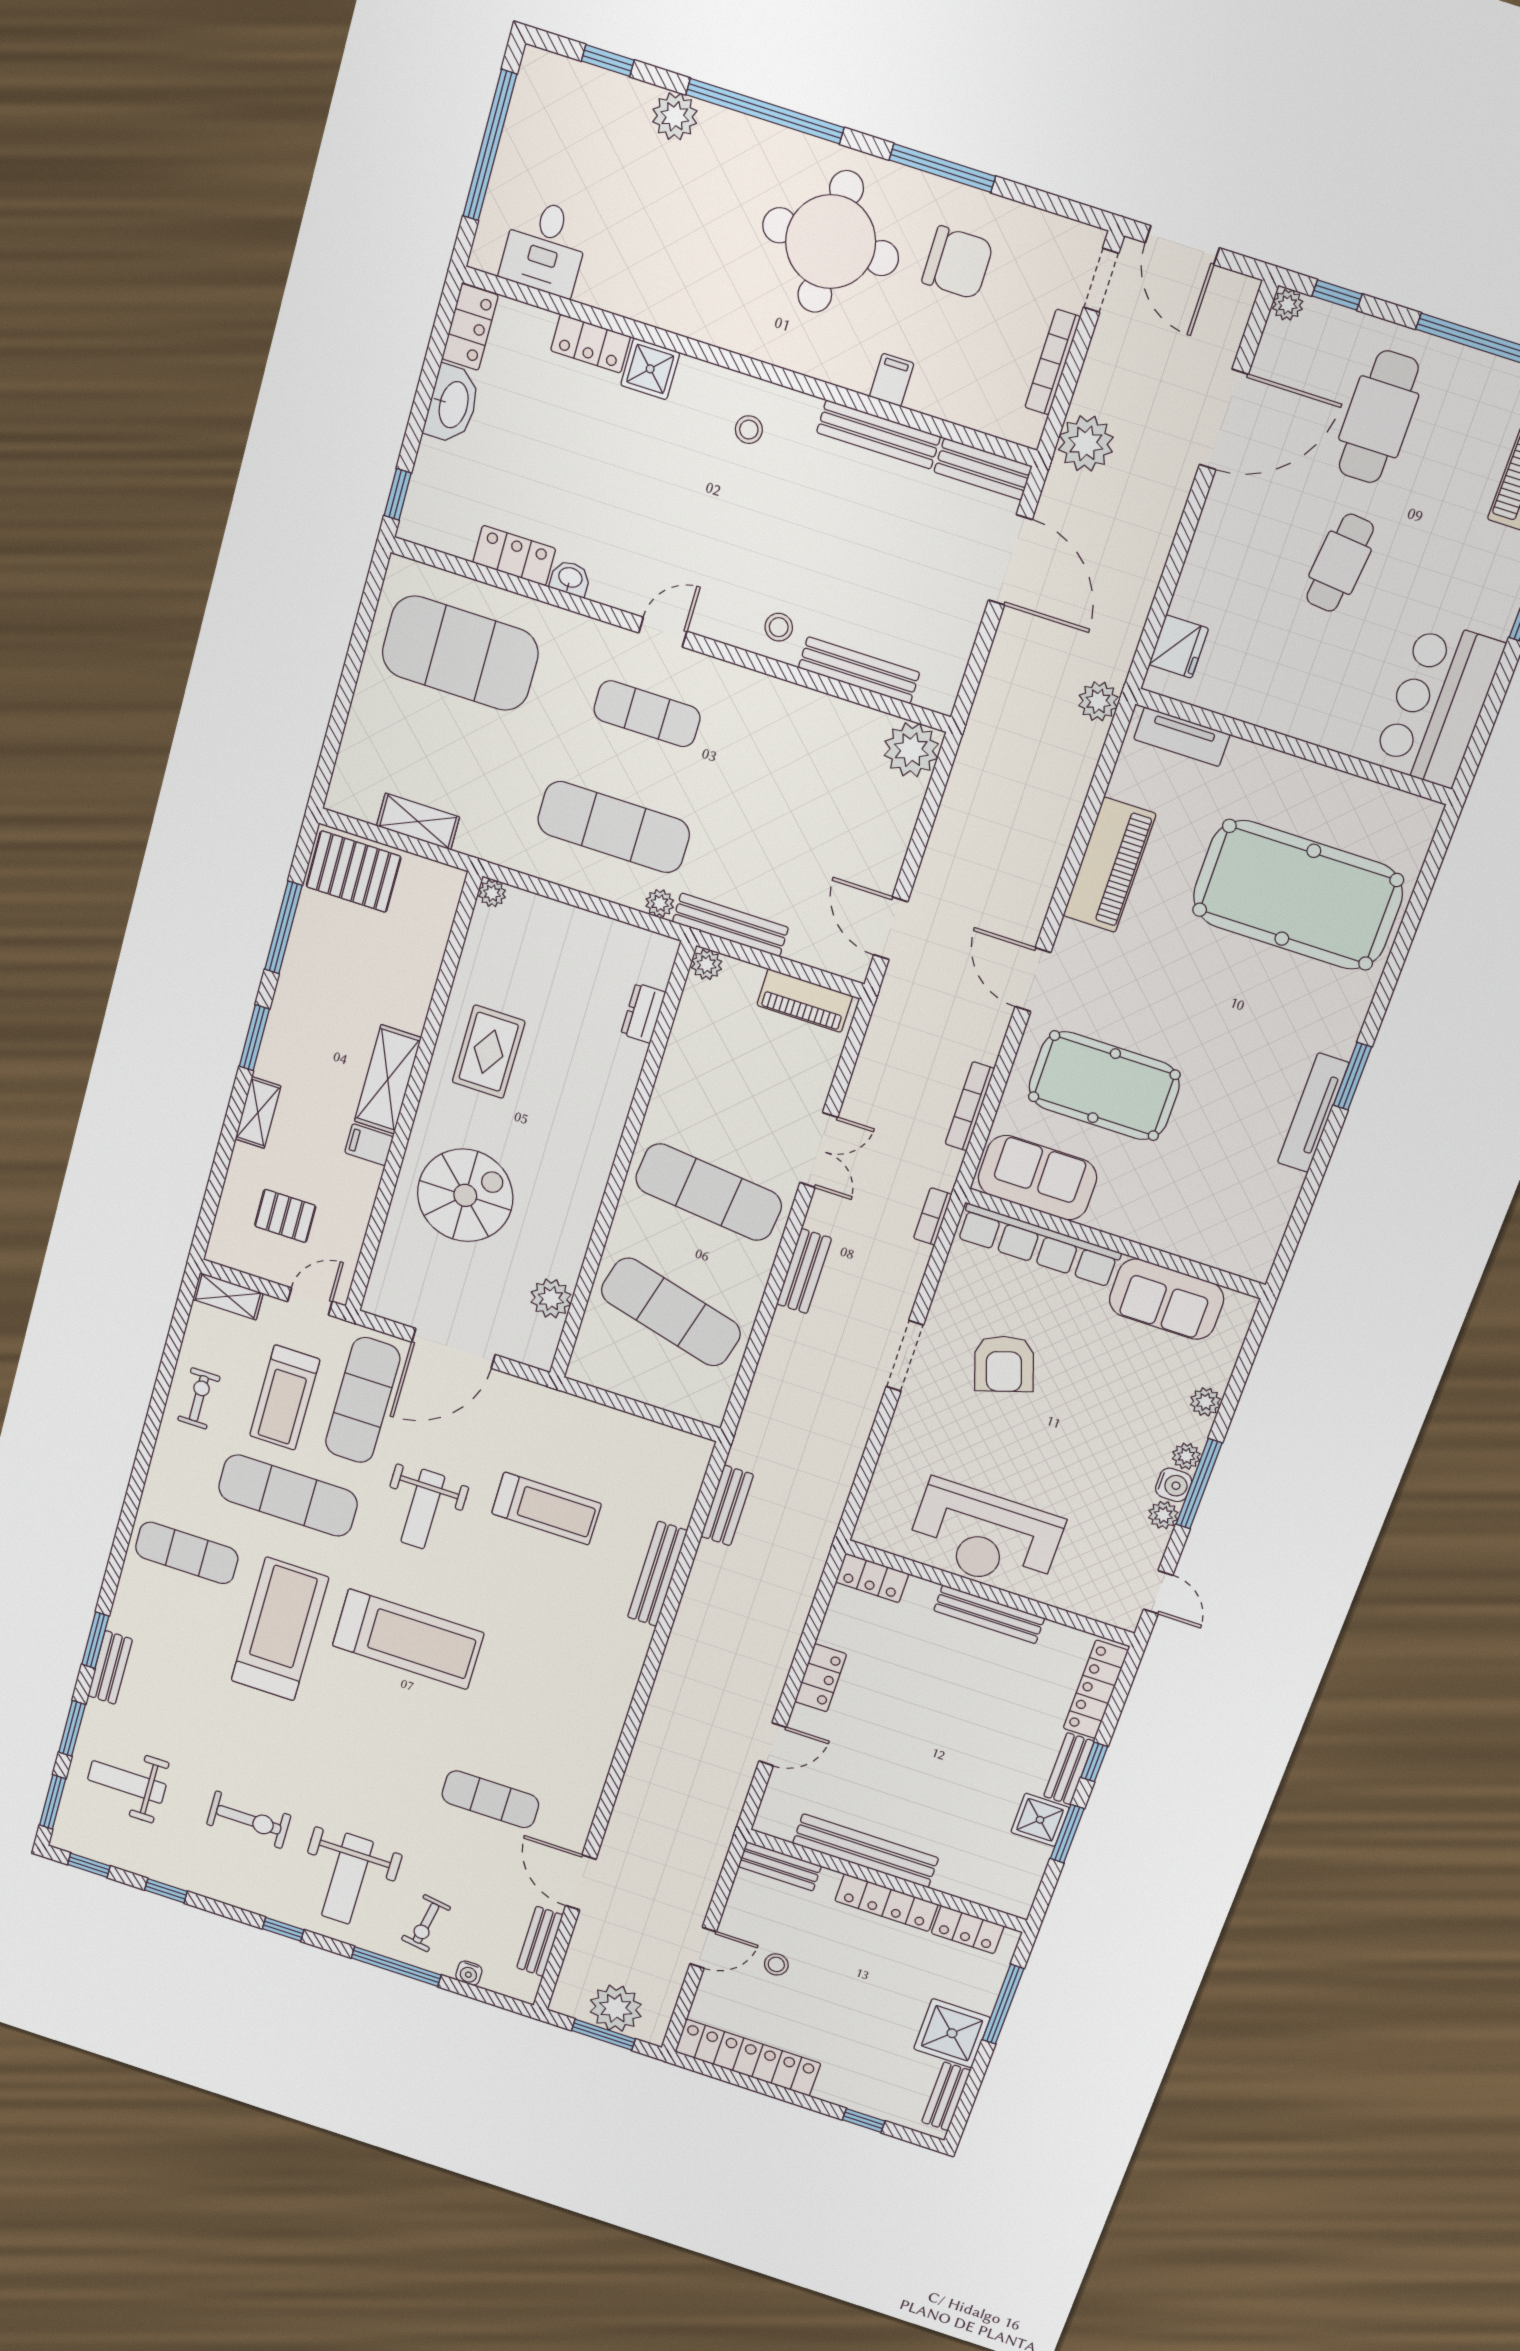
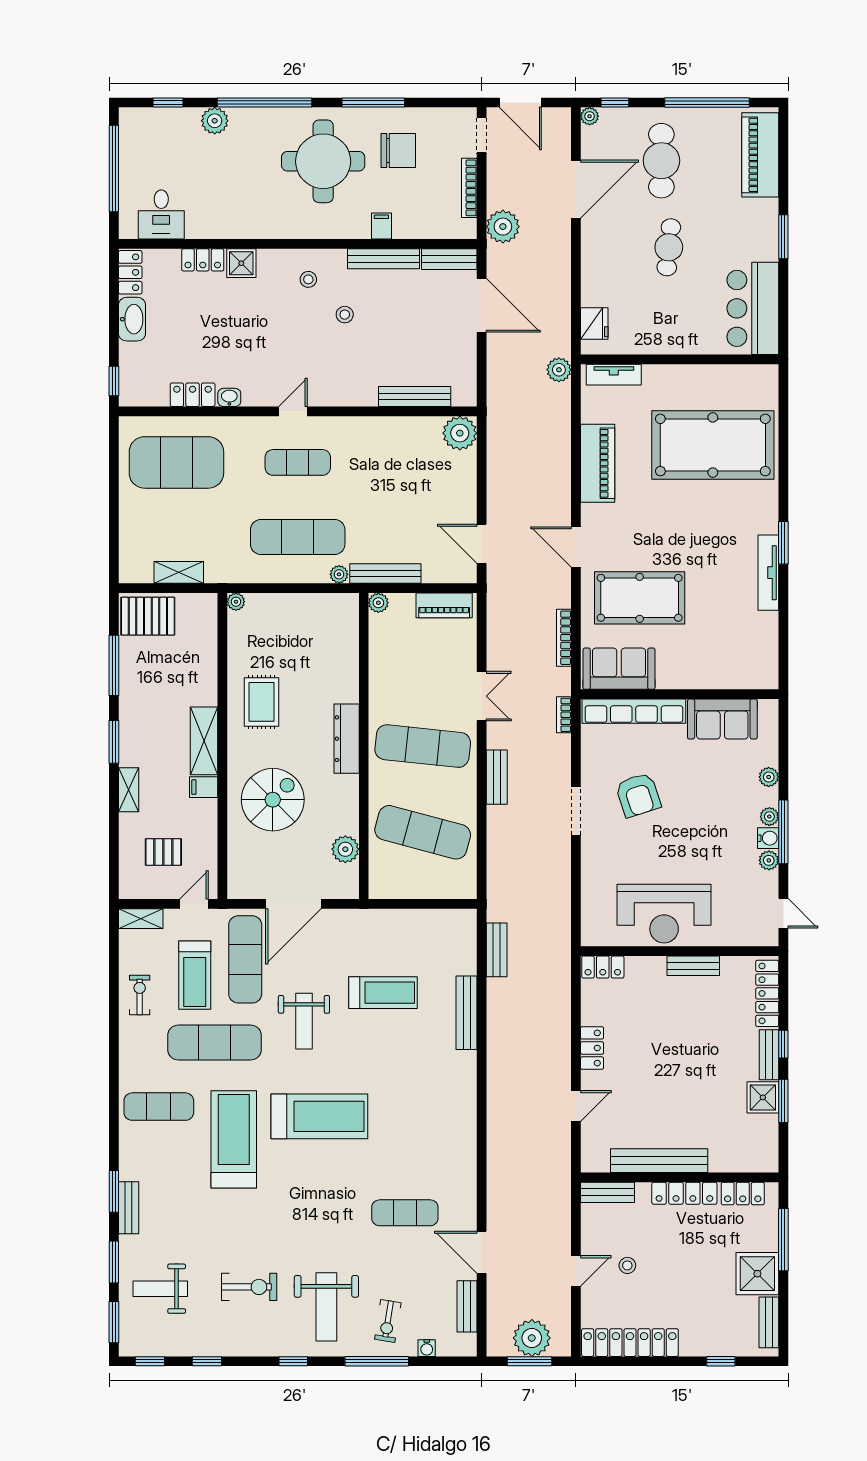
stool: (779, 627) -> (345, 315), moved
dresser: (643, 1013) -> (347, 739), moved, width x1.96, depth x1.24
bench: (989, 1614) -> (693, 966), width x0.73

